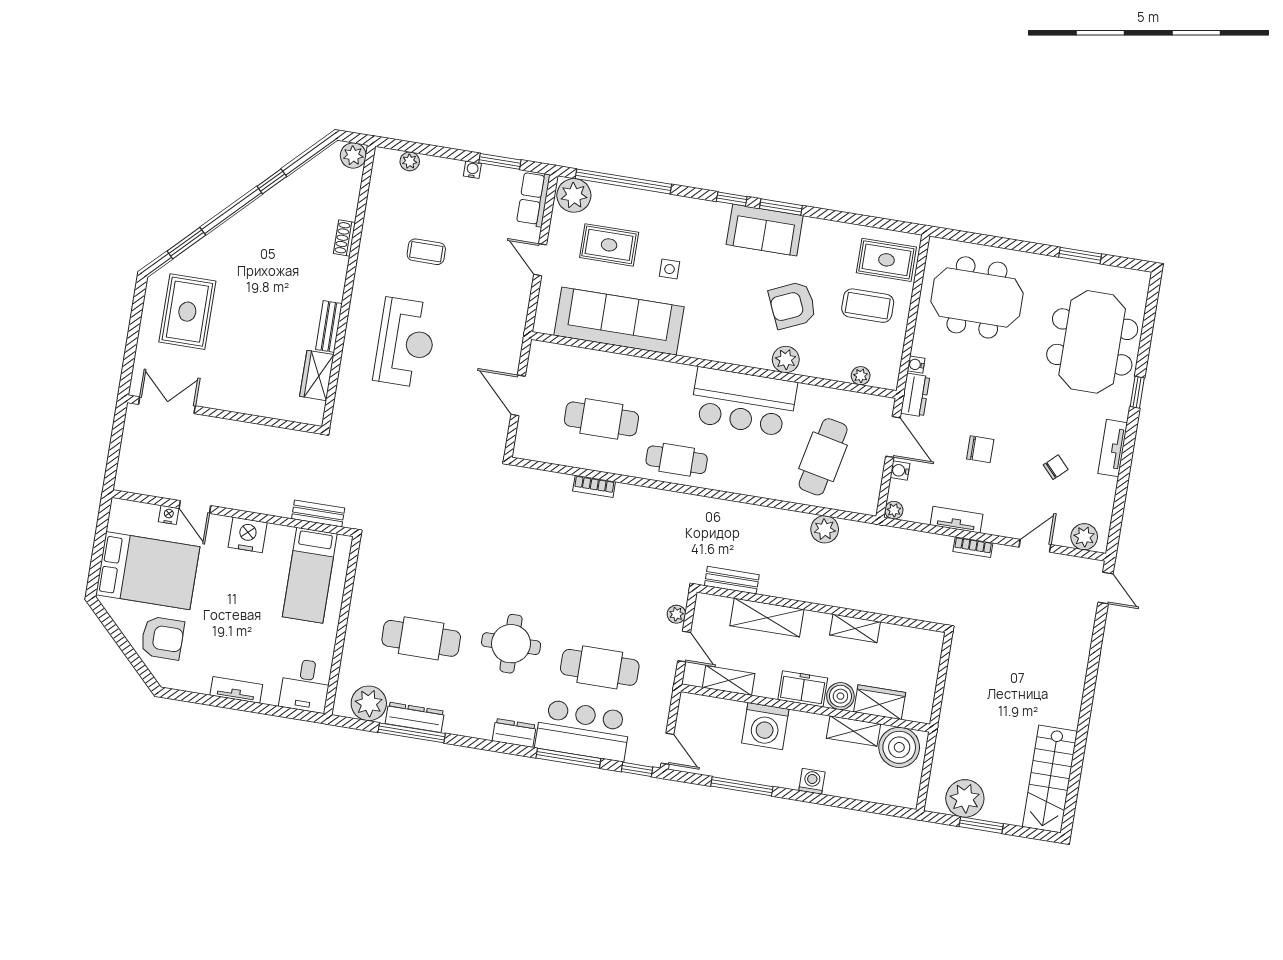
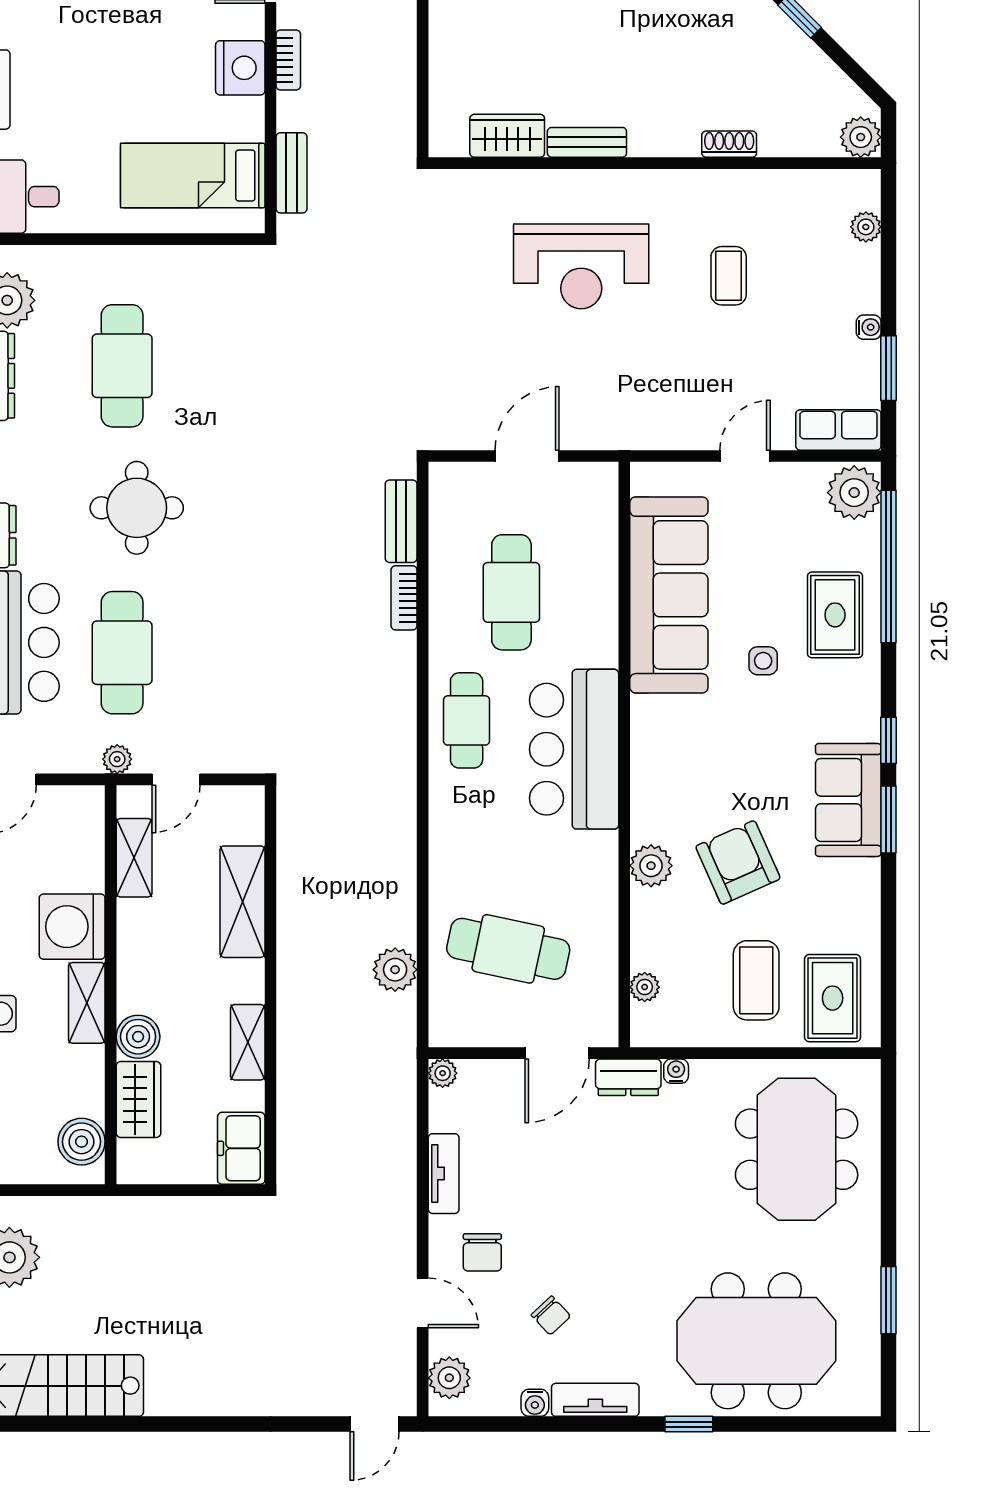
rug: (609, 245) -> (835, 615), moved
bar counter: (743, 402) -> (574, 749), moved
chair: (980, 449) -> (482, 1252), moved
water cooler: (900, 471) -> (535, 1403), moved, turned 180
bookcase: (973, 547) -> (288, 60), moved, turned 180
bench: (732, 580) -> (401, 521), moved
plant: (676, 614) -> (117, 759), moved
freezer: (803, 689) -> (241, 1148), moved, turned 180
shelving: (854, 731) -> (87, 1003), moved
boiler: (899, 747) -> (82, 1142), width x0.73, depth x0.73

